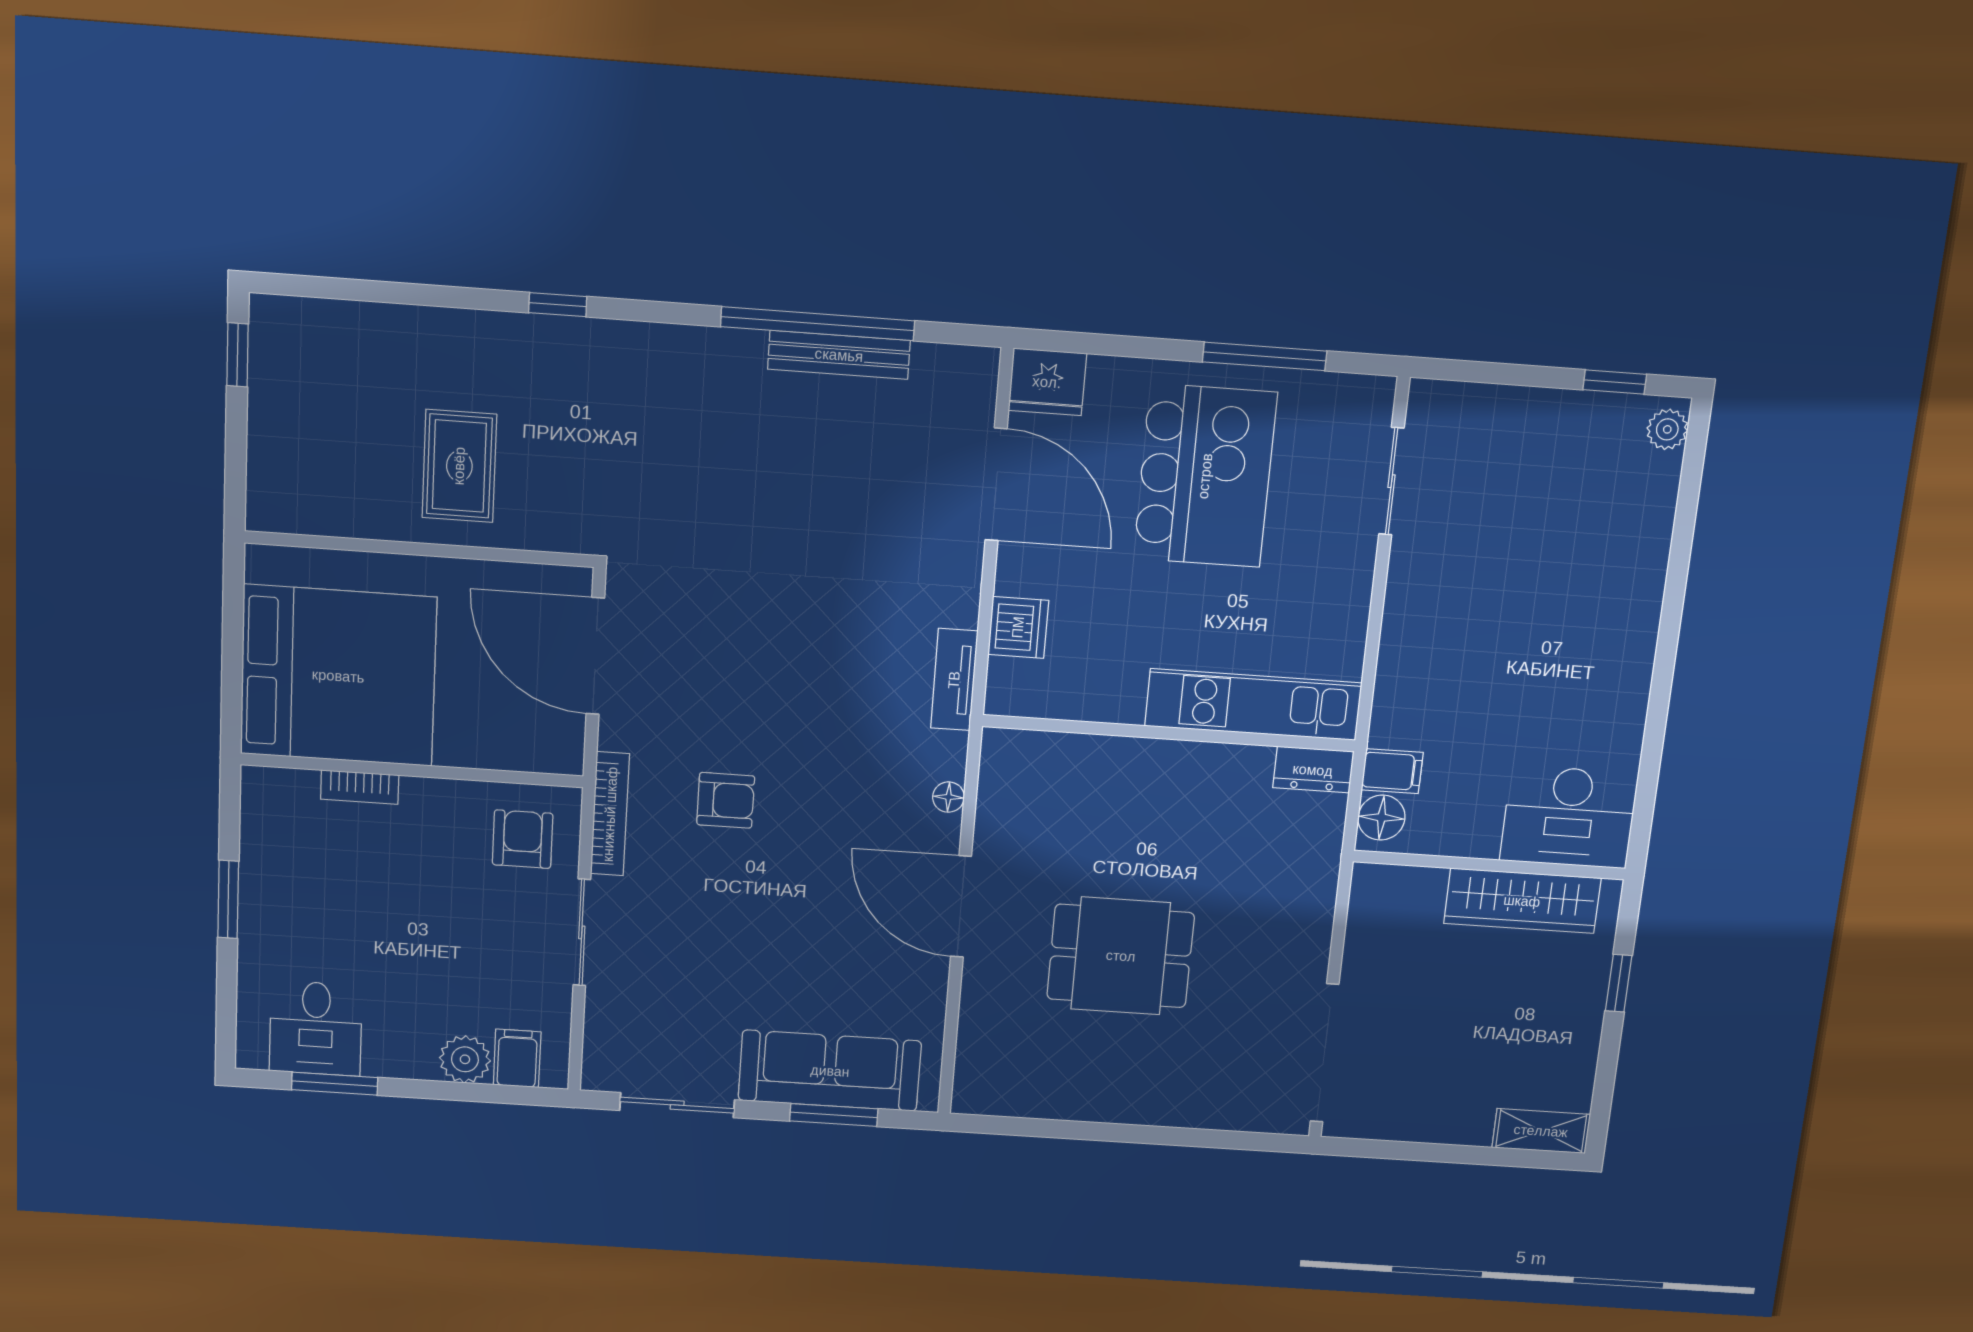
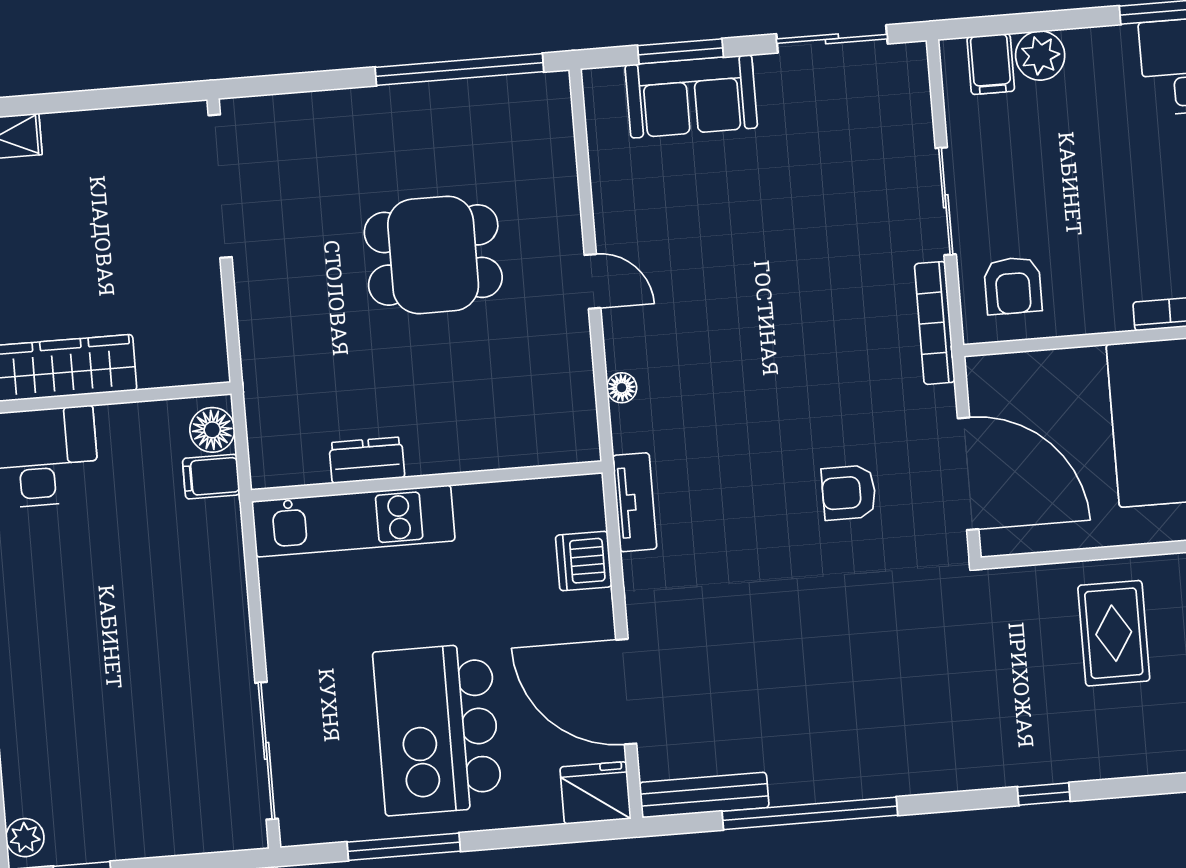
bench: (839, 355) -> (704, 795), moved
sliding door: (1392, 481) -> (267, 751), width x1.37
dresser: (1313, 770) -> (367, 460), moved
armchair: (726, 800) -> (849, 493), moved
door: (961, 907) -> (592, 281), width x0.53
sofa: (830, 1071) -> (691, 96), width x0.73
window: (1061, 1129) -> (459, 70), added

